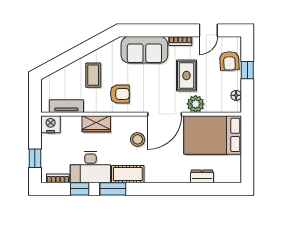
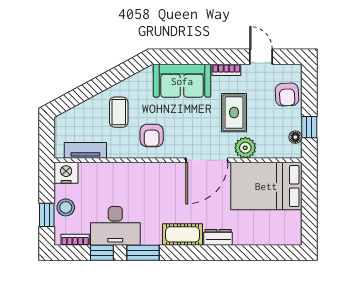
door: (208, 30) -> (261, 57), swing flipped
window: (247, 70) -> (309, 127), moved
armchair: (120, 94) -> (152, 135), turned 90
wardrobe: (96, 124) -> (123, 172), removed
stool: (138, 139) -> (66, 207), moved
cot: (128, 174) -> (182, 234), moved
dresser: (202, 176) -> (218, 237), moved

